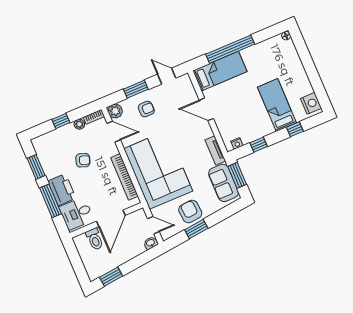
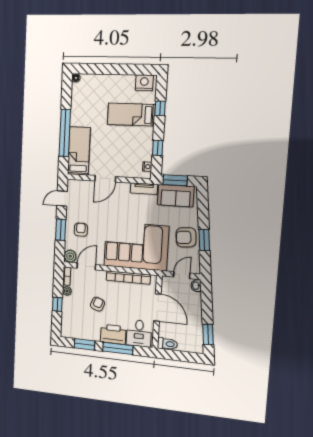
toilet: (95, 239) -> (167, 344), moved

